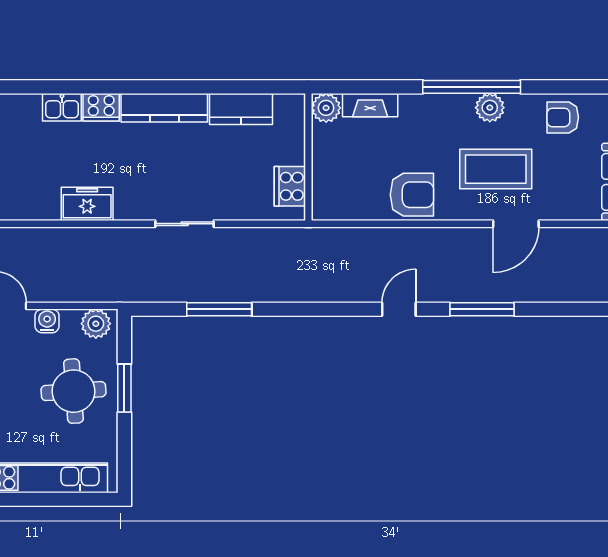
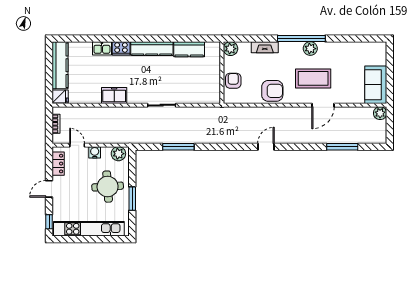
fireplace: (370, 105) -> (265, 47), moved
armchair: (563, 117) -> (233, 81), moved, turned 90
cooker: (290, 186) -> (213, 87), removed
window: (482, 309) -> (342, 147), moved
window: (124, 388) -> (132, 199), moved

